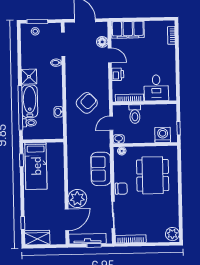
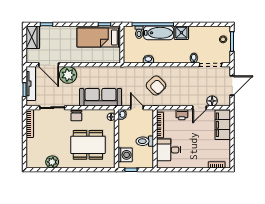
toilet: (135, 114) -> (145, 141), moved
sofa: (101, 169) -> (101, 97), width x1.36
plant: (172, 234) -> (52, 162), moved

